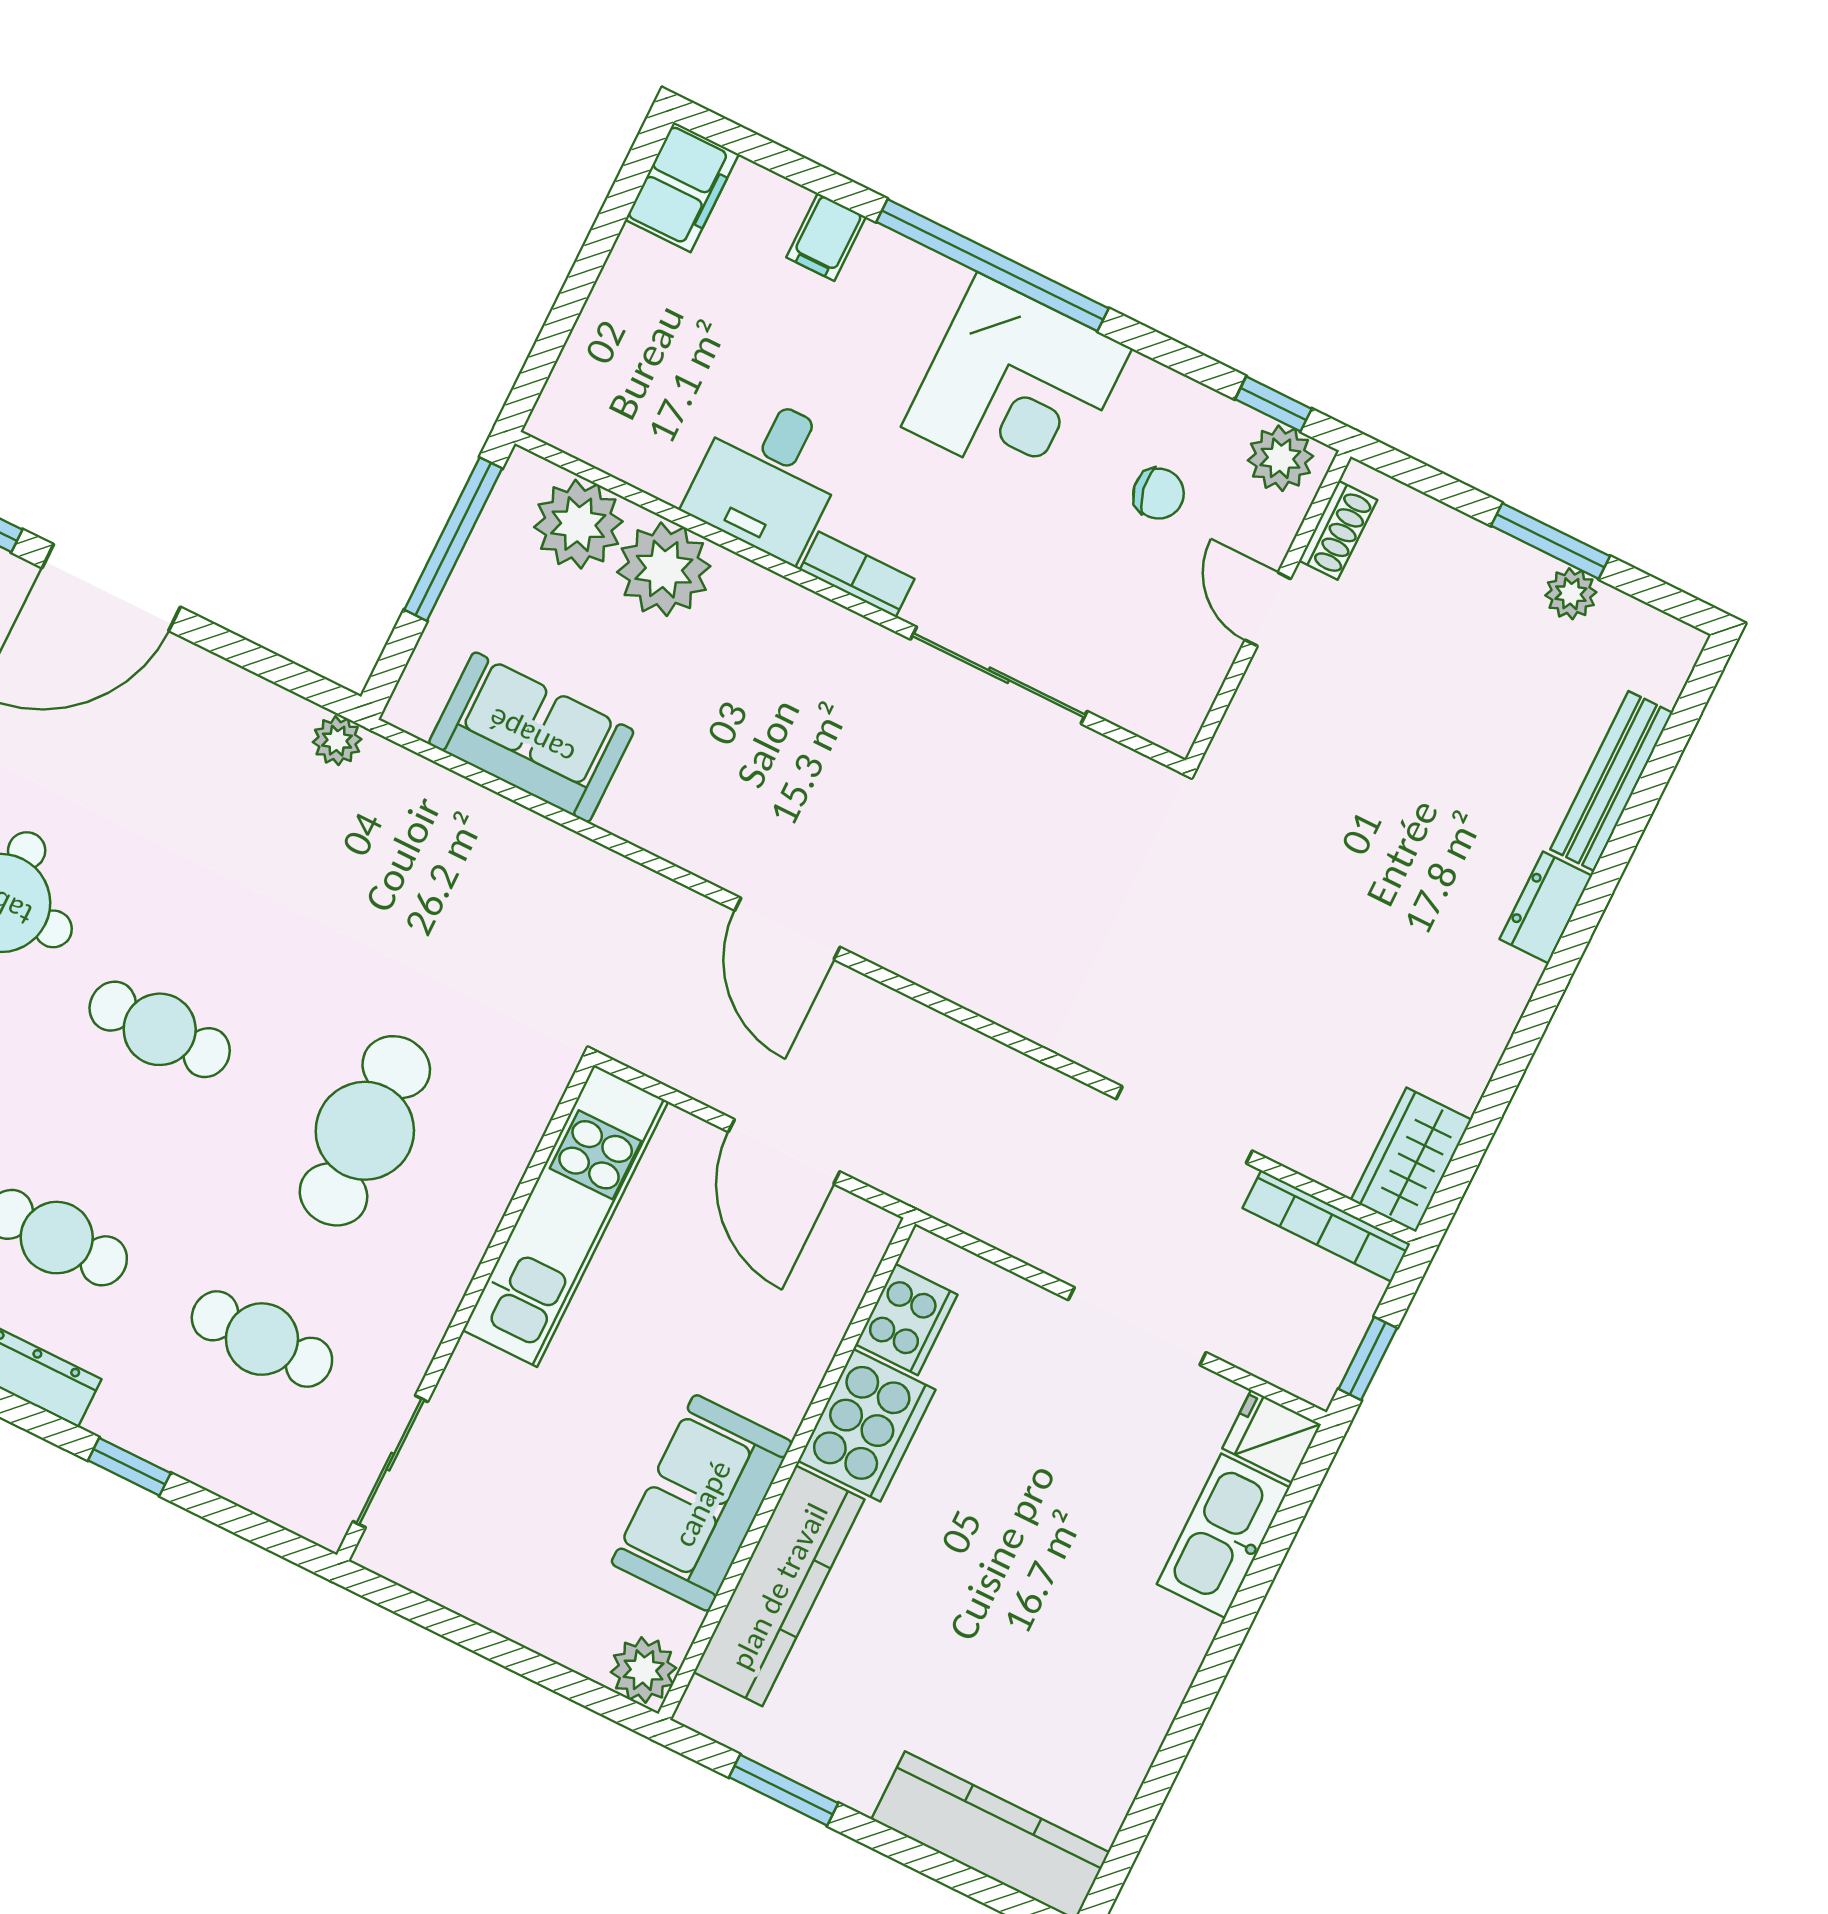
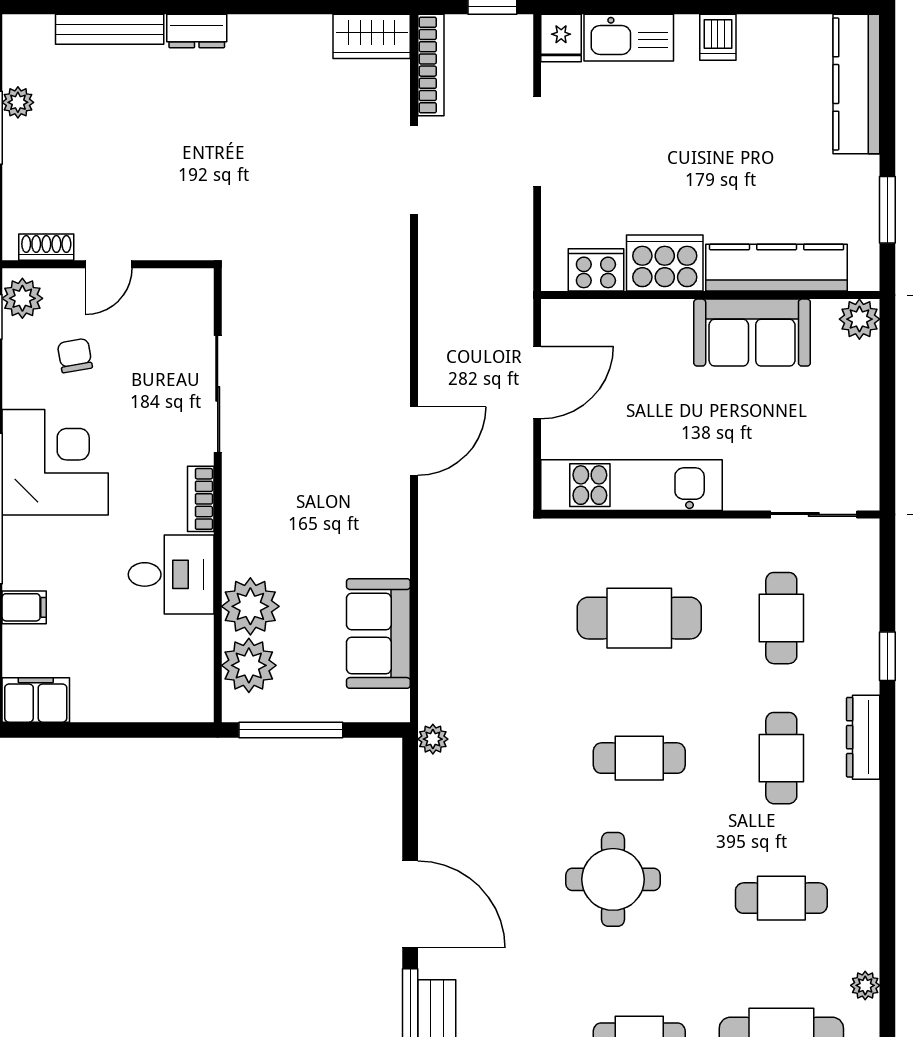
cafe table: (160, 1029) -> (639, 758), turned 90
dishwasher: (1159, 1667) -> (718, 37), added

